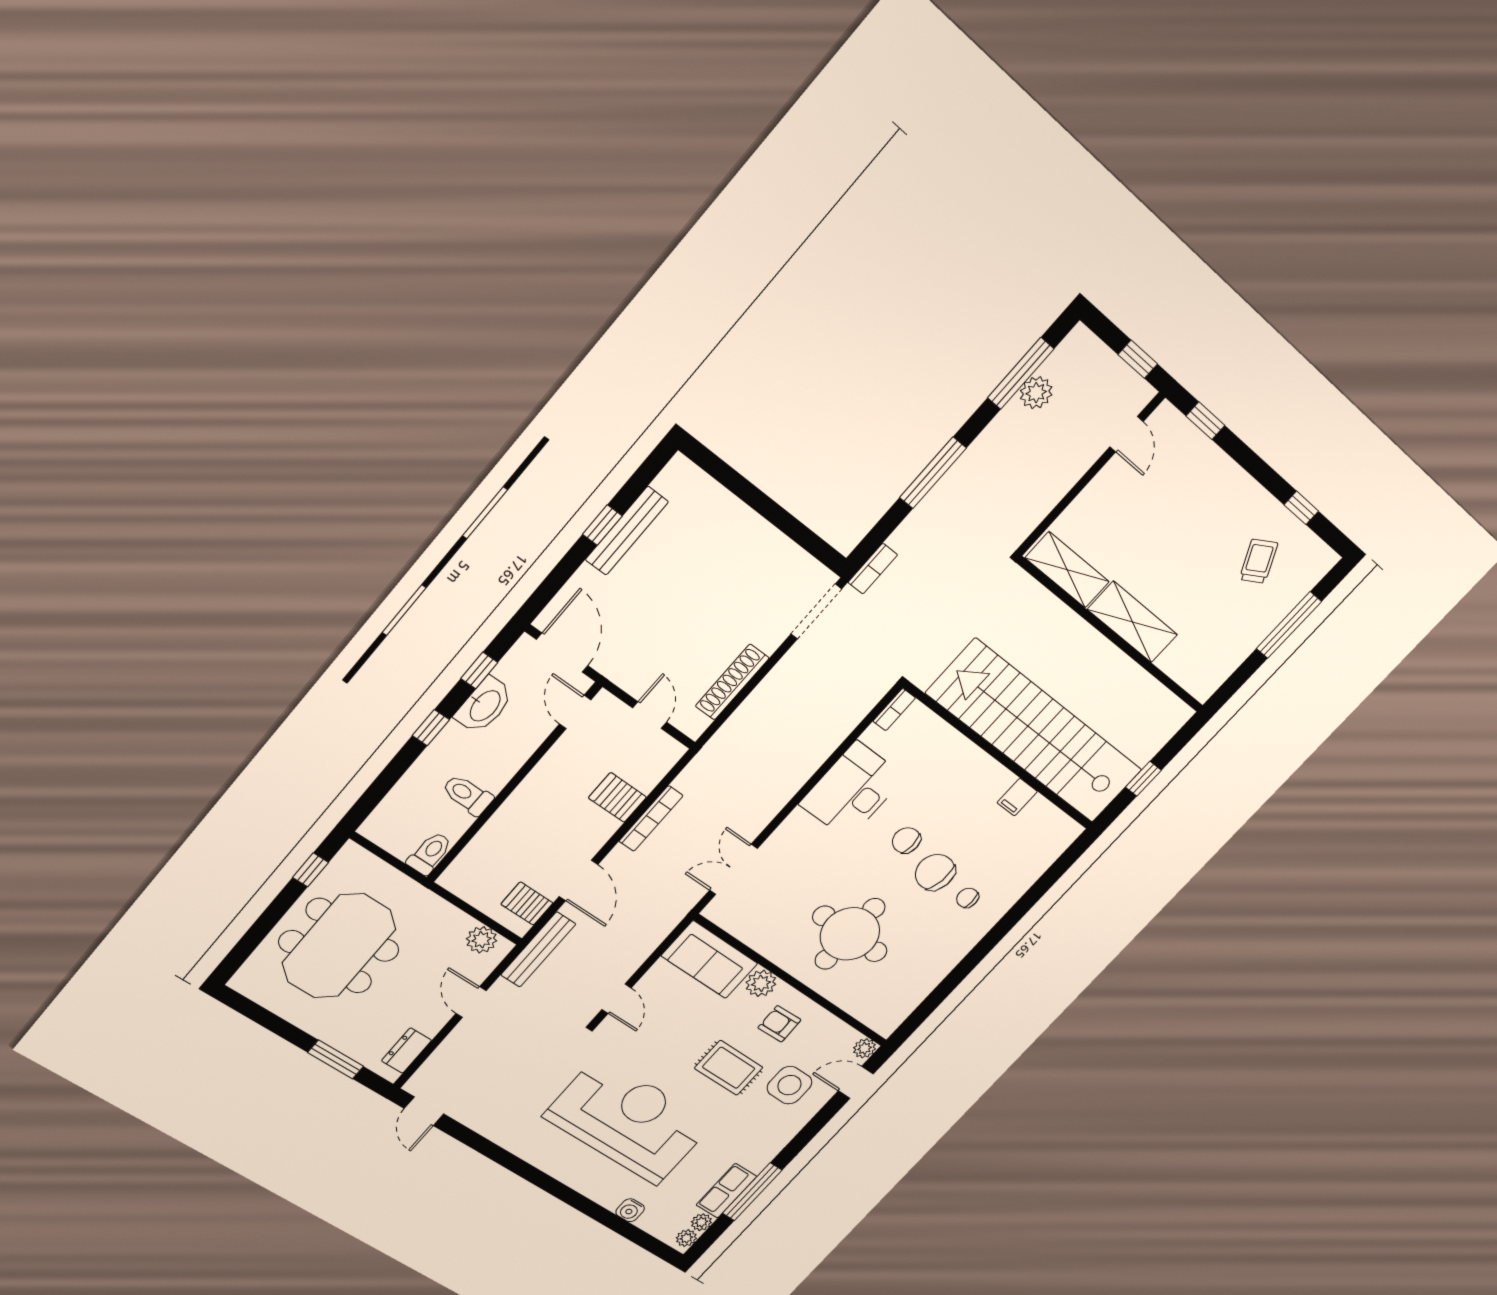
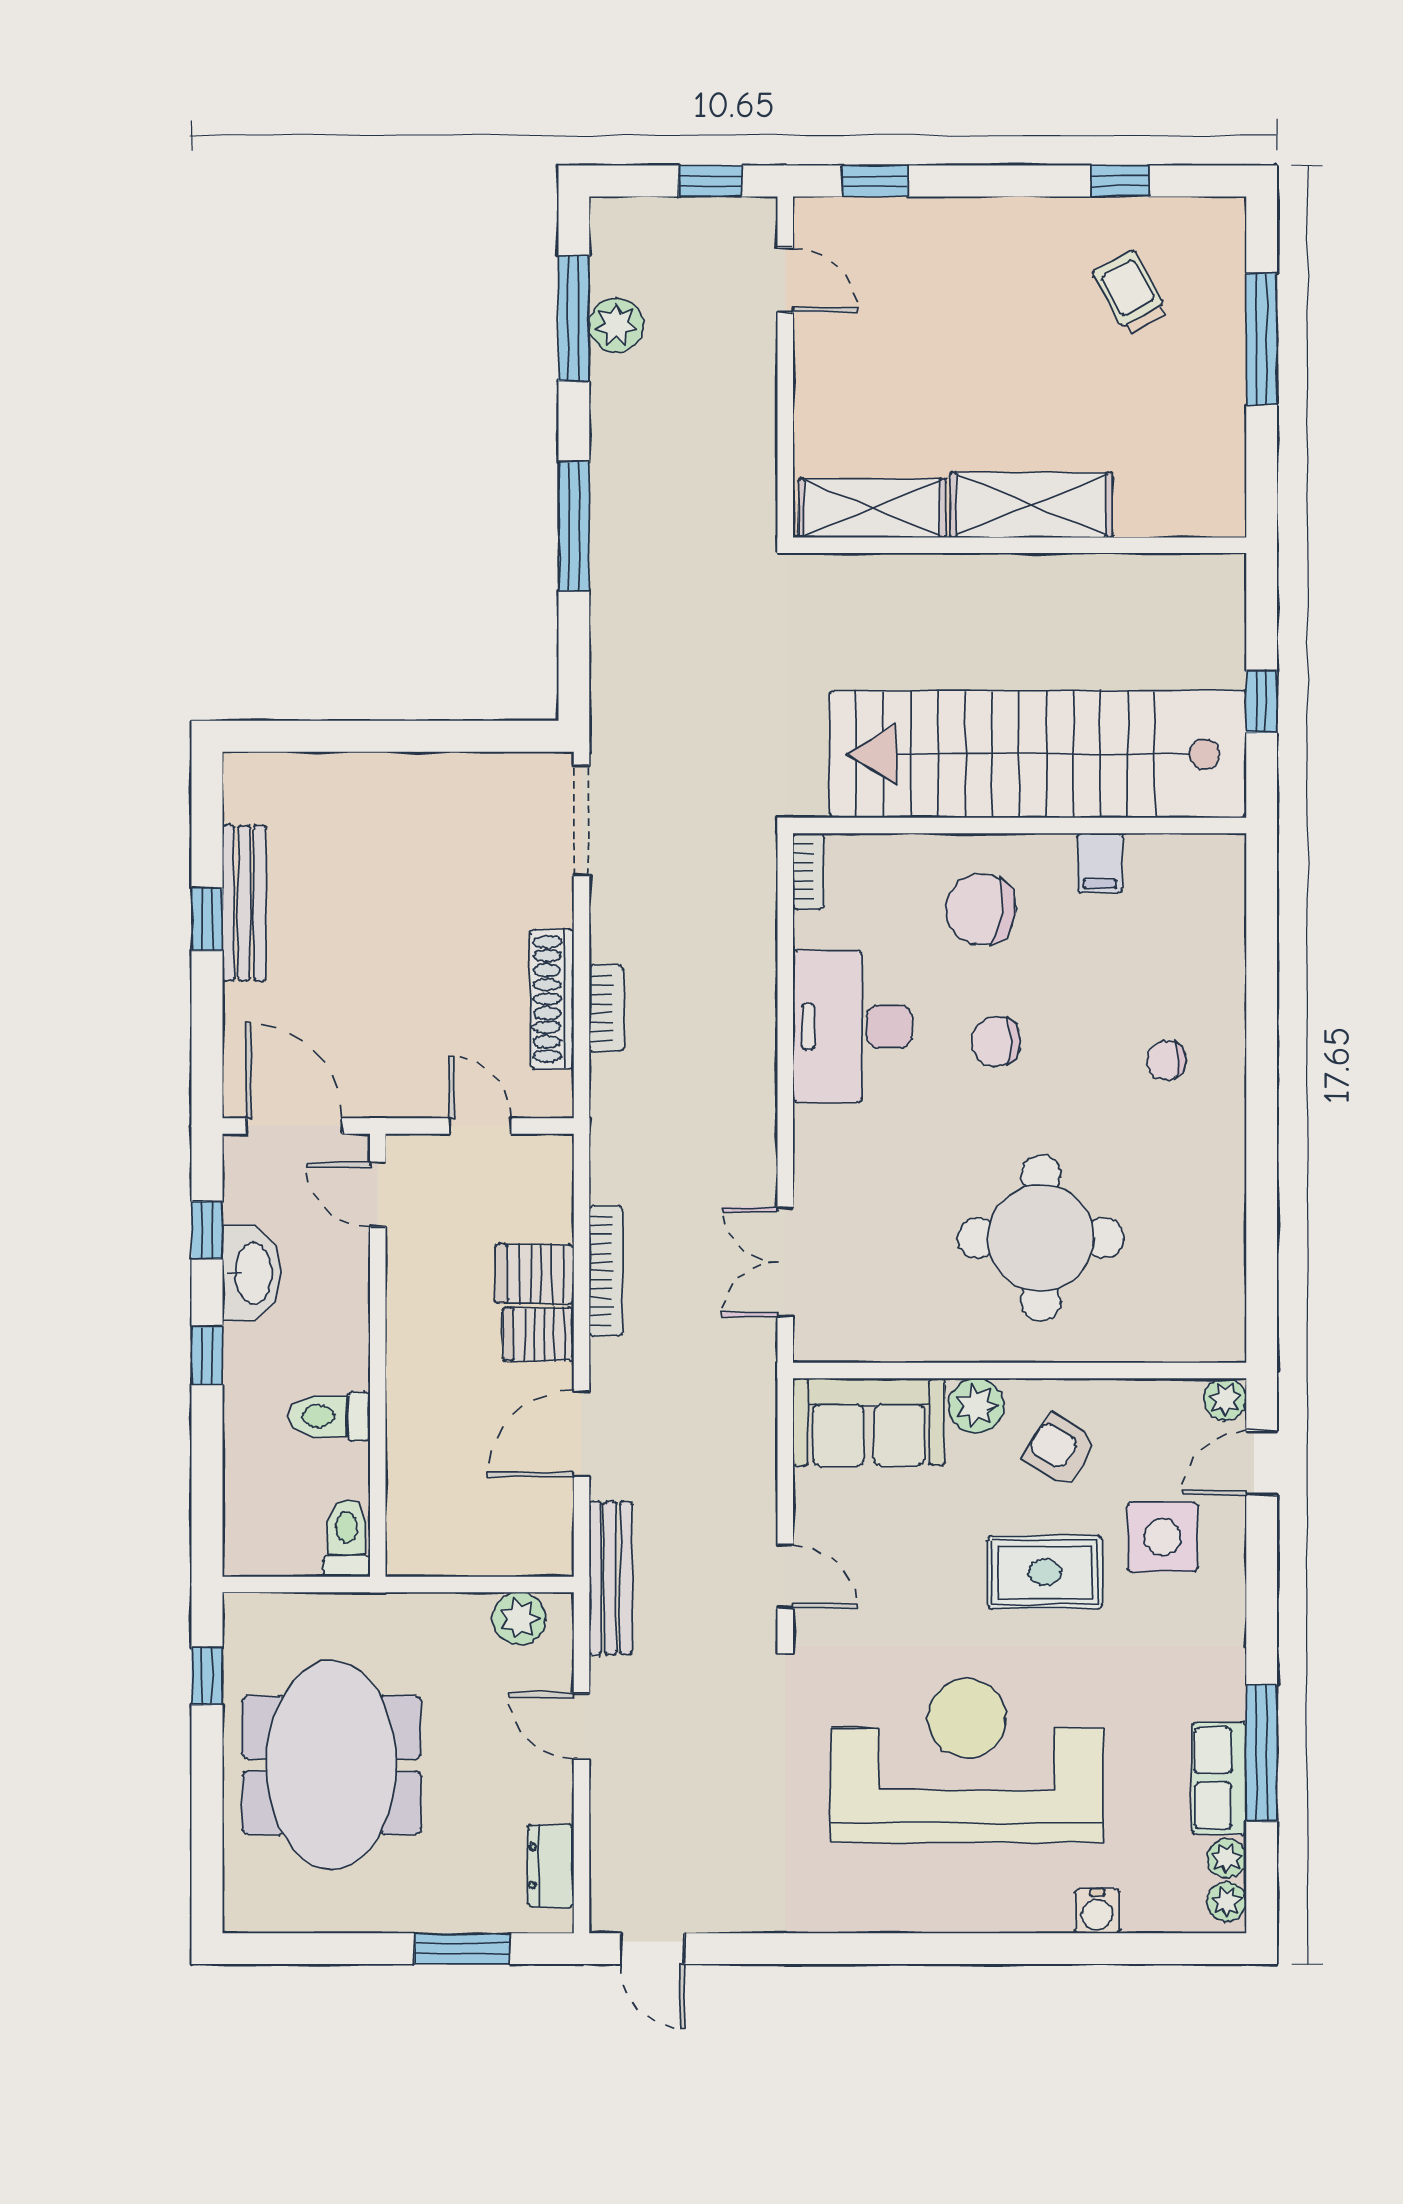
bookcase: (873, 569) -> (606, 1008), moved
chair: (935, 872) -> (981, 909), moved
door: (578, 881) -> (581, 1434), swing flipped
server rack: (527, 904) -> (538, 1334), moved
armchair: (779, 1024) -> (1060, 1450), turned 34

